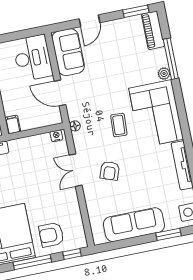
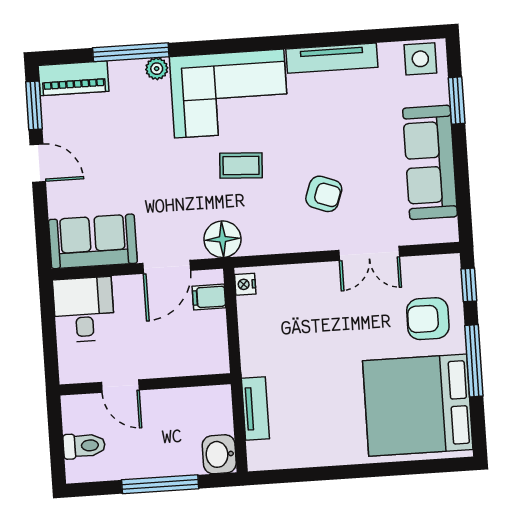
door: (89, 21) -> (38, 163), moved
desk: (33, 58) -> (84, 310), width x0.73
filing cabinet: (13, 124) -> (209, 297), moved
floor lamp: (75, 126) -> (222, 239), width x1.89, depth x1.89
double door: (76, 170) -> (369, 253), moved
armchair: (51, 235) -> (428, 319), turned 90

